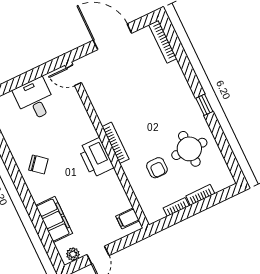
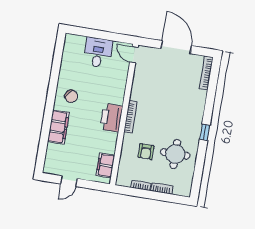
filing cabinet: (128, 218) -> (105, 165), width x2.00
filing cabinet: (54, 219) -> (58, 127), moved
plant: (73, 254) -> (53, 169), removed

